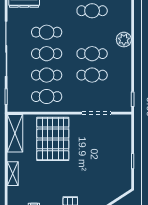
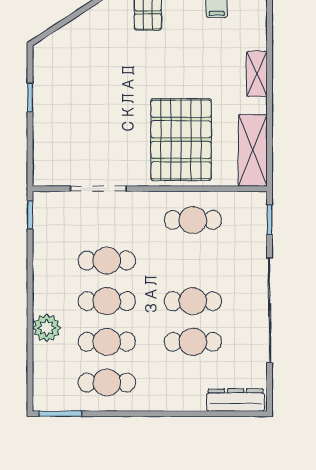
cafe table: (47, 75) -> (107, 342), moved

